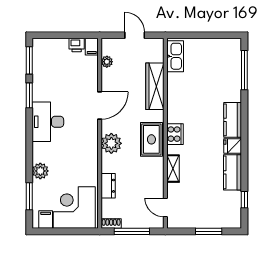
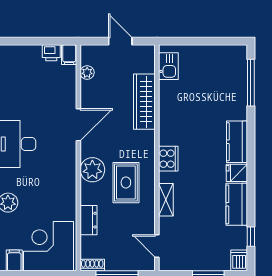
kitchen sink: (175, 56) -> (168, 66), width x0.73
rug: (151, 139) -> (126, 183), moved
dishwasher: (235, 220) -> (239, 260), added

